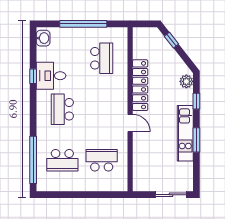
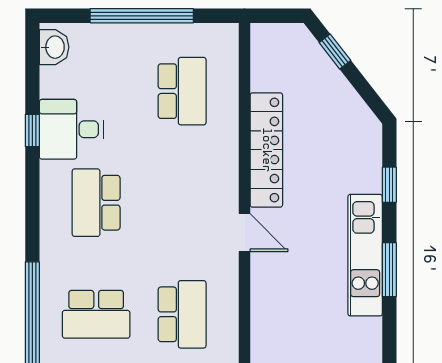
plant: (186, 81) -> (368, 142), removed
school desk: (102, 160) -> (182, 314), turned 90

